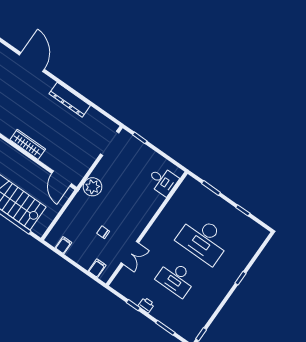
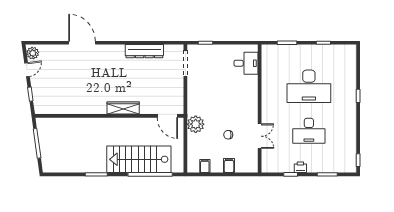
dresser: (70, 100) -> (144, 51), moved
plant: (93, 187) -> (196, 124), moved
filing cabinet: (97, 268) -> (229, 165), moved

